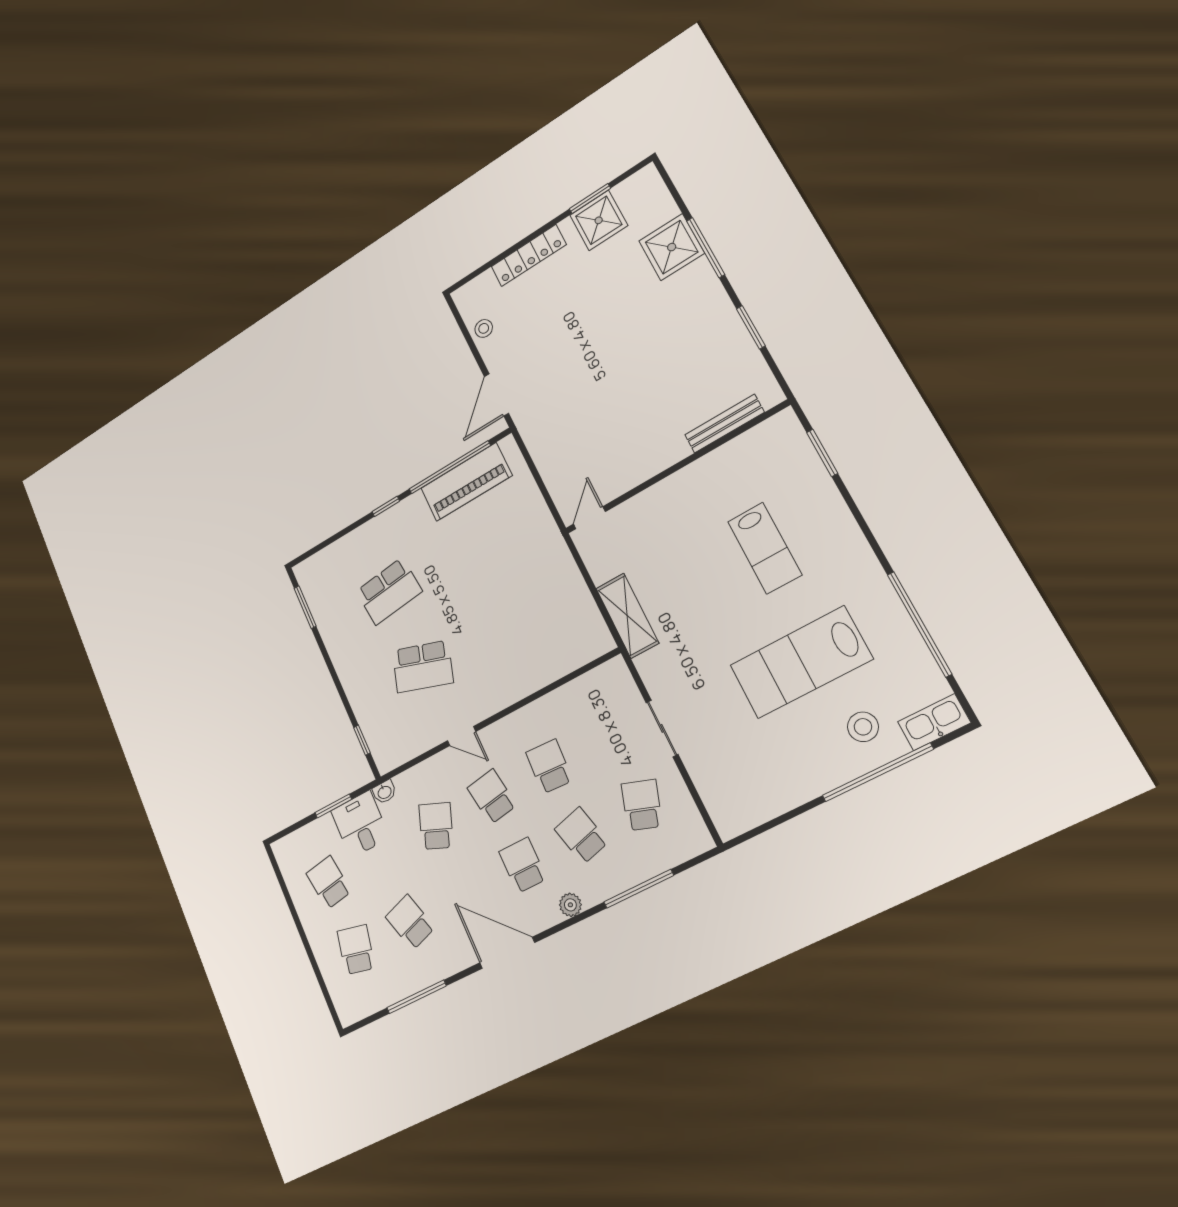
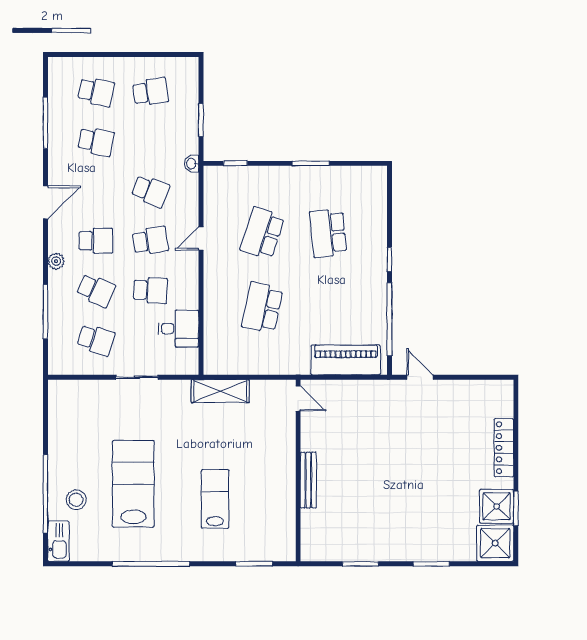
shower: (672, 247) -> (495, 543), moved
window: (706, 248) -> (431, 564), width x0.69
stool: (484, 328) -> (473, 391), removed
door: (496, 395) -> (420, 377), width x0.73
bench: (724, 424) -> (308, 480), moved
piano: (466, 482) -> (346, 360), moved, turned 90
lab bench: (765, 548) -> (215, 499), turned 90
window: (305, 607) -> (311, 163), moved
school desk: (505, 620) -> (262, 307), added
window: (919, 624) -> (151, 564), moved
desk: (360, 824) -> (179, 329), moved
school desk: (581, 836) -> (96, 290), turned 39
school desk: (410, 922) -> (96, 141), turned 30
door: (507, 953) -> (45, 202), width x0.73

